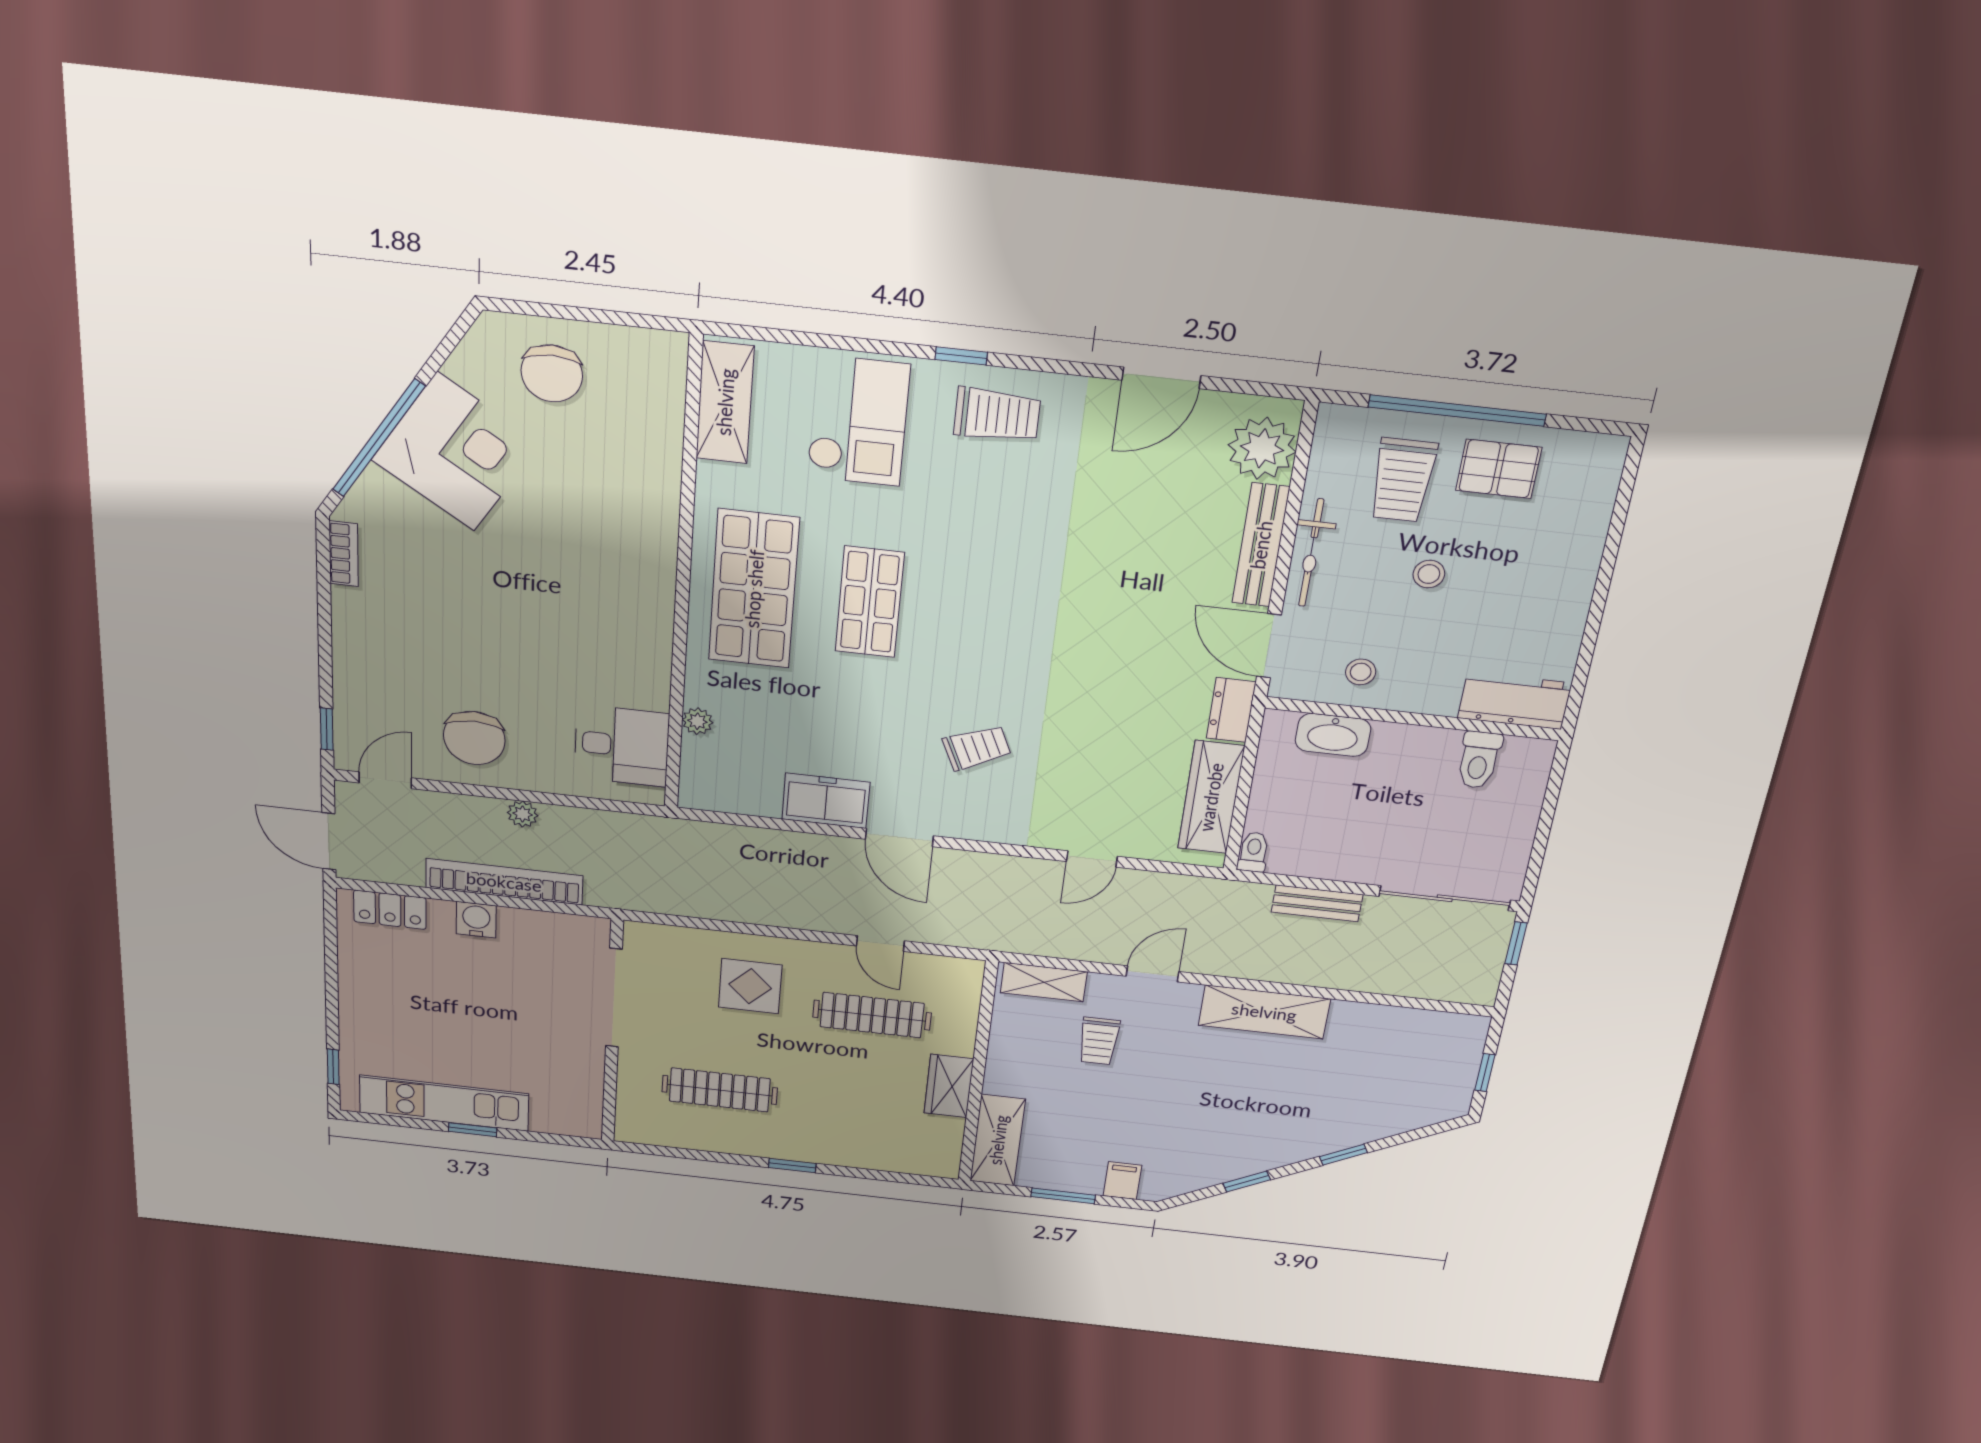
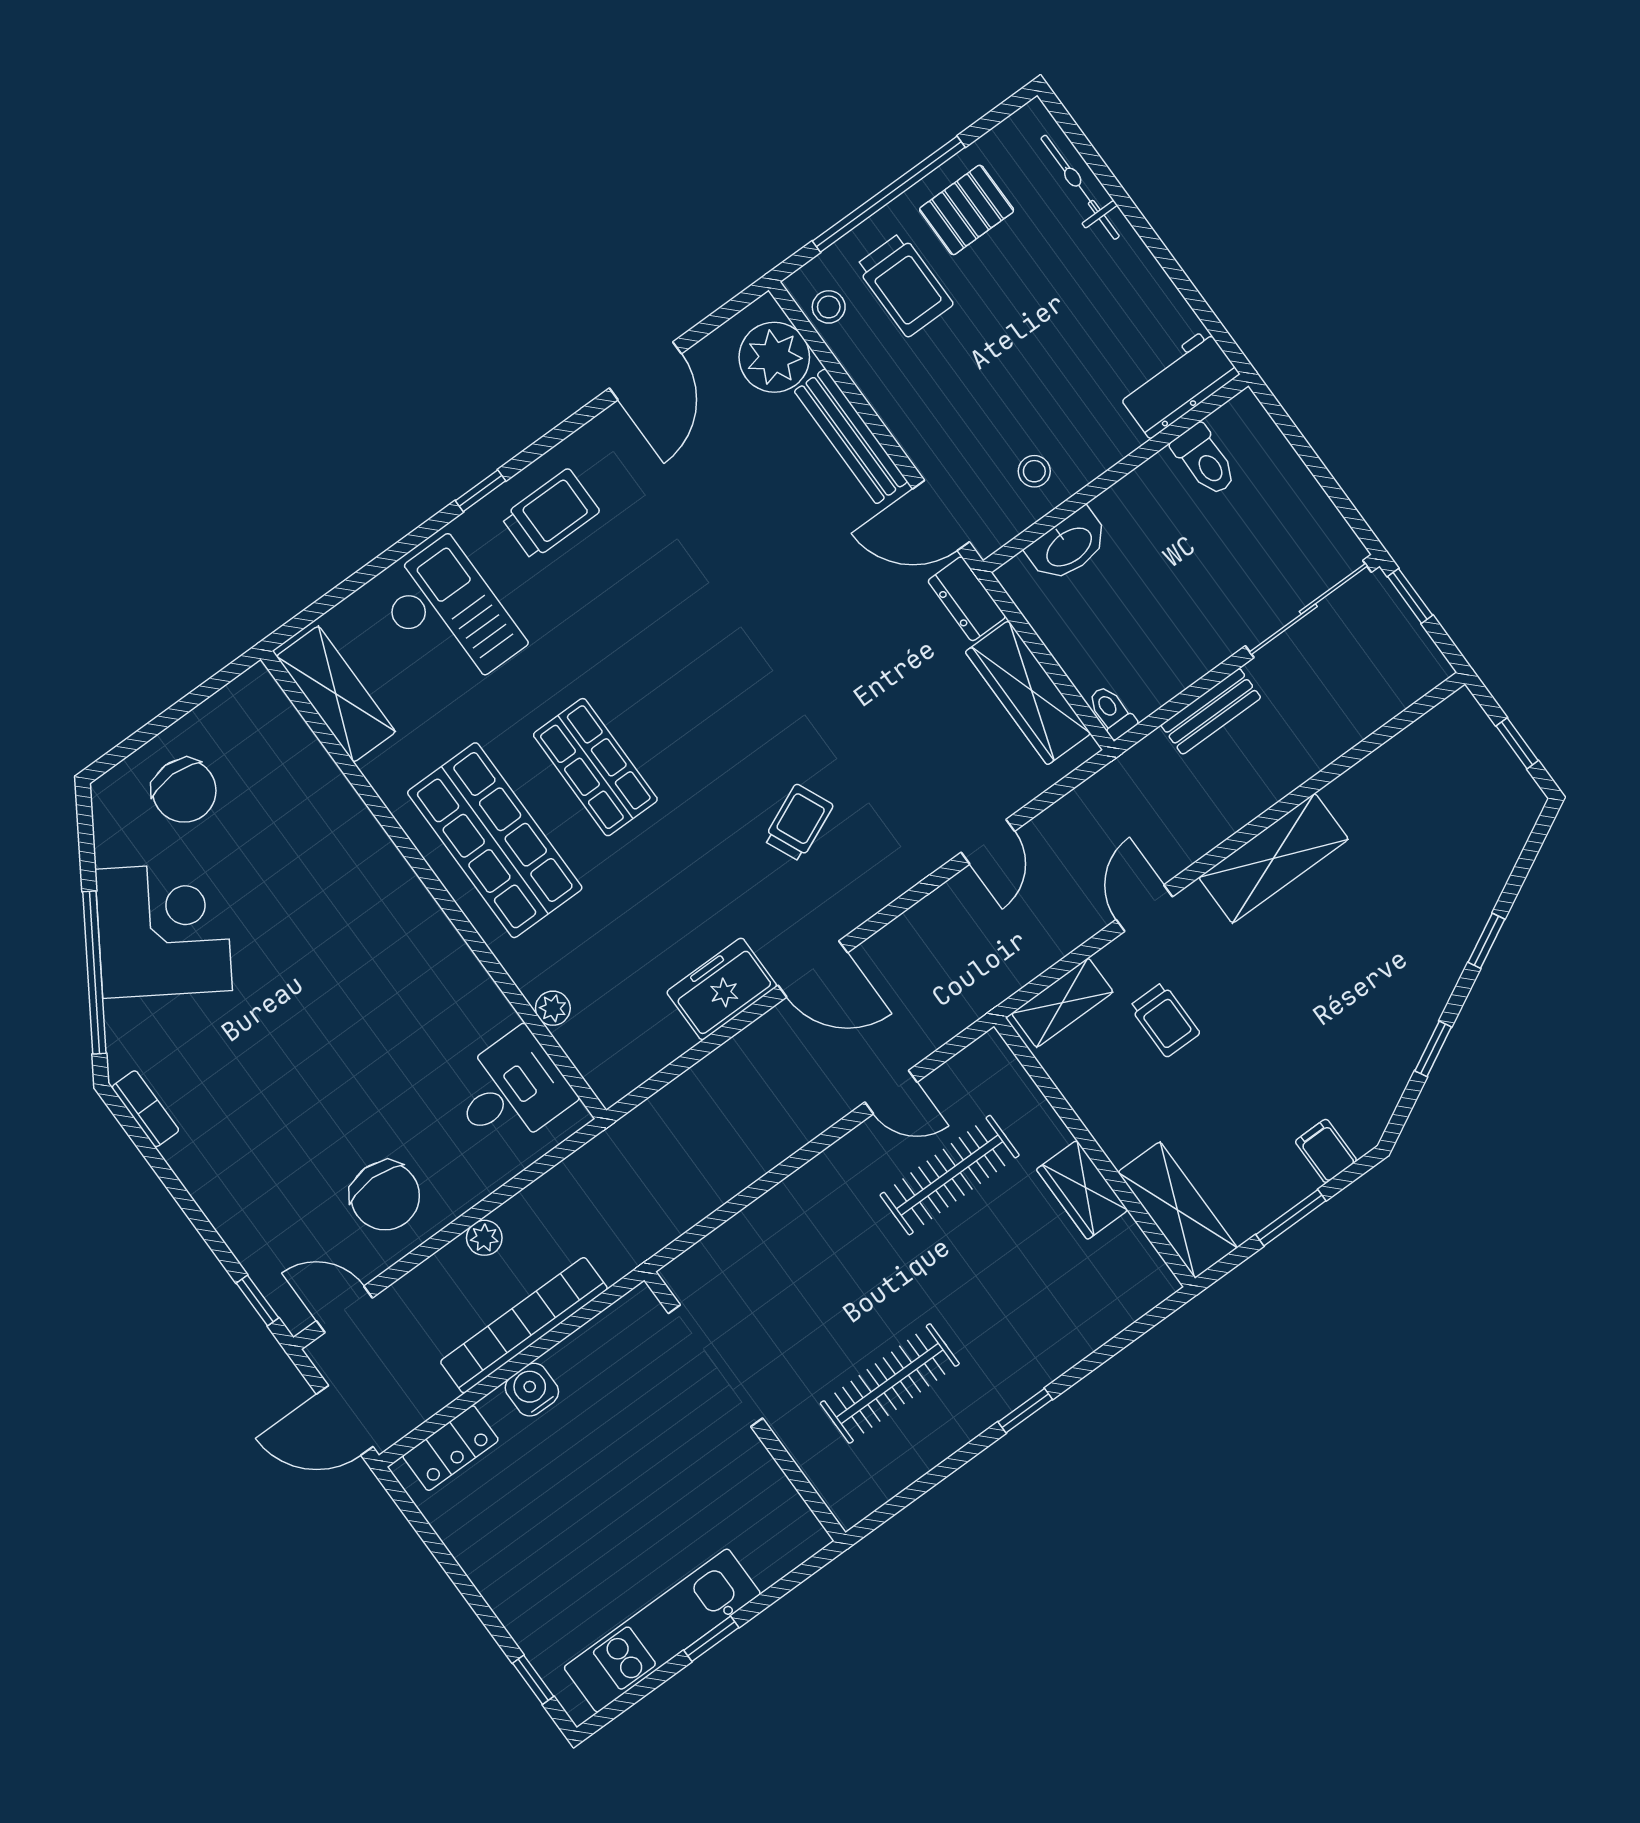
bicycle: (1311, 553) -> (1080, 187), moved, turned 180
stool: (1429, 574) -> (829, 307), moved
door: (385, 780) -> (344, 1309), hinge flipped
display table: (750, 986) -> (820, 1242), removed

